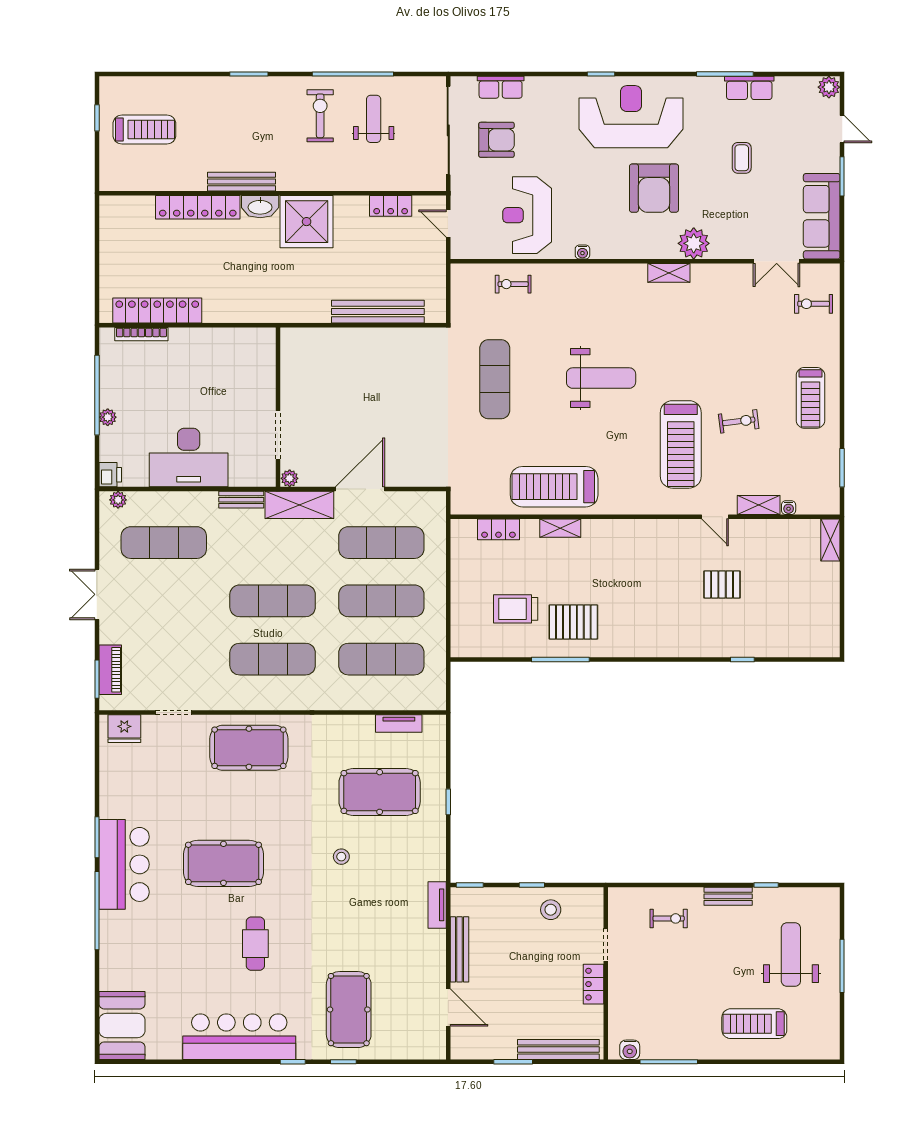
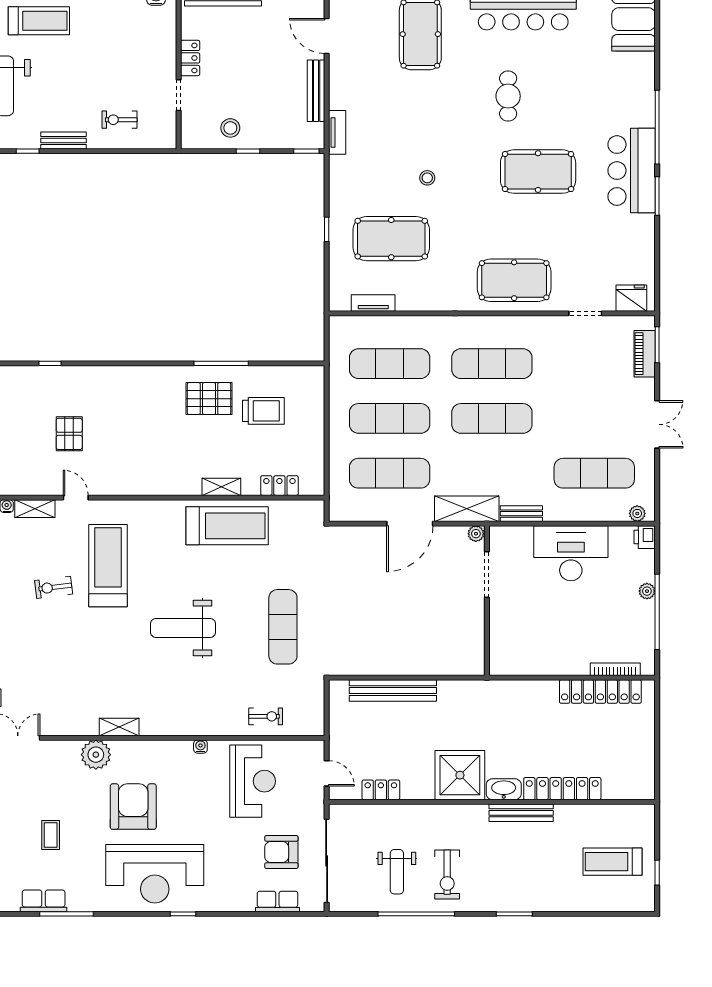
pallet: (722, 584) -> (69, 434), turned 90

